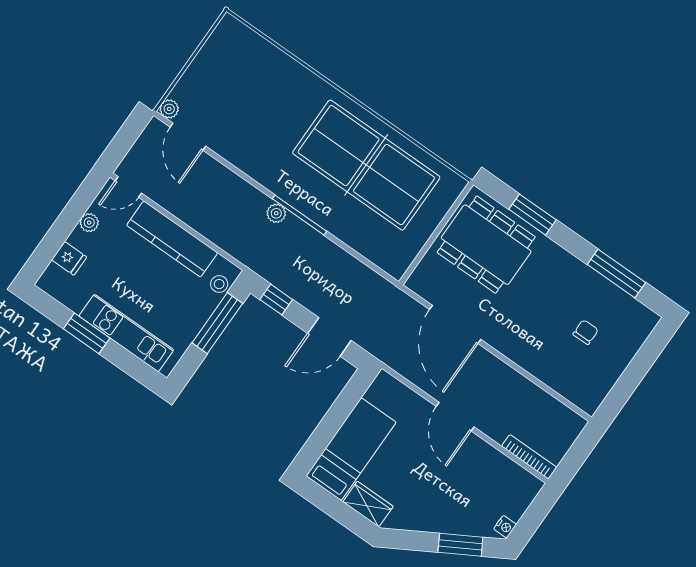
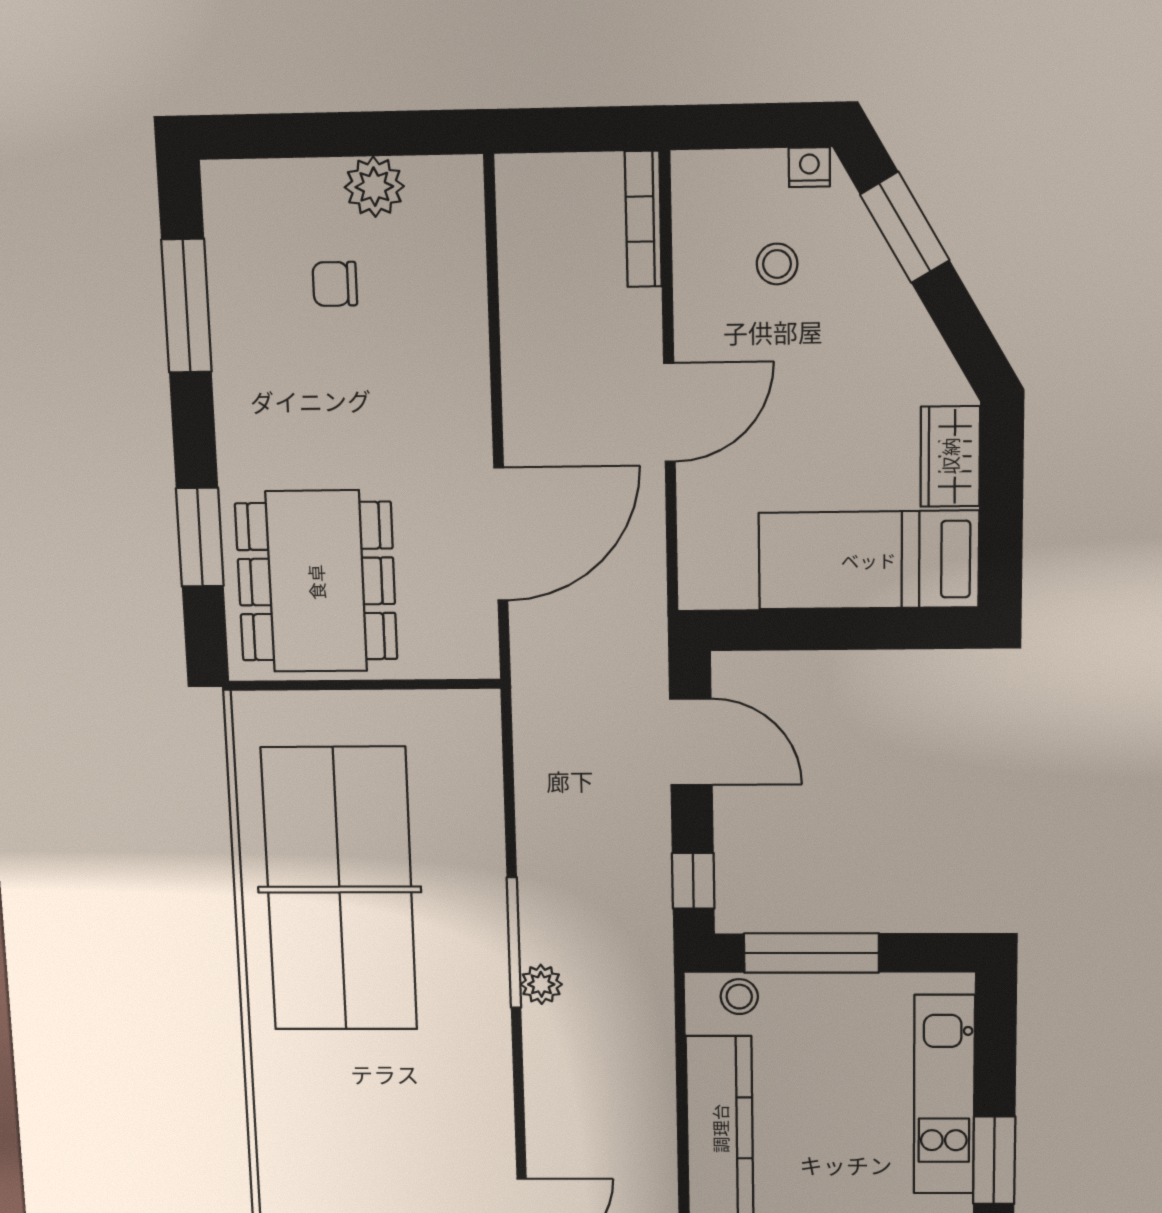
plant: (608, 371) -> (374, 187), added
stool: (480, 492) -> (777, 264), added

